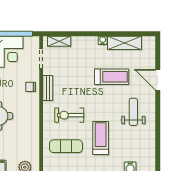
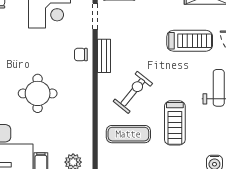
exercise bike: (69, 115) -> (133, 92), turned 129
treadmill: (101, 138) -> (175, 123), turned 180

